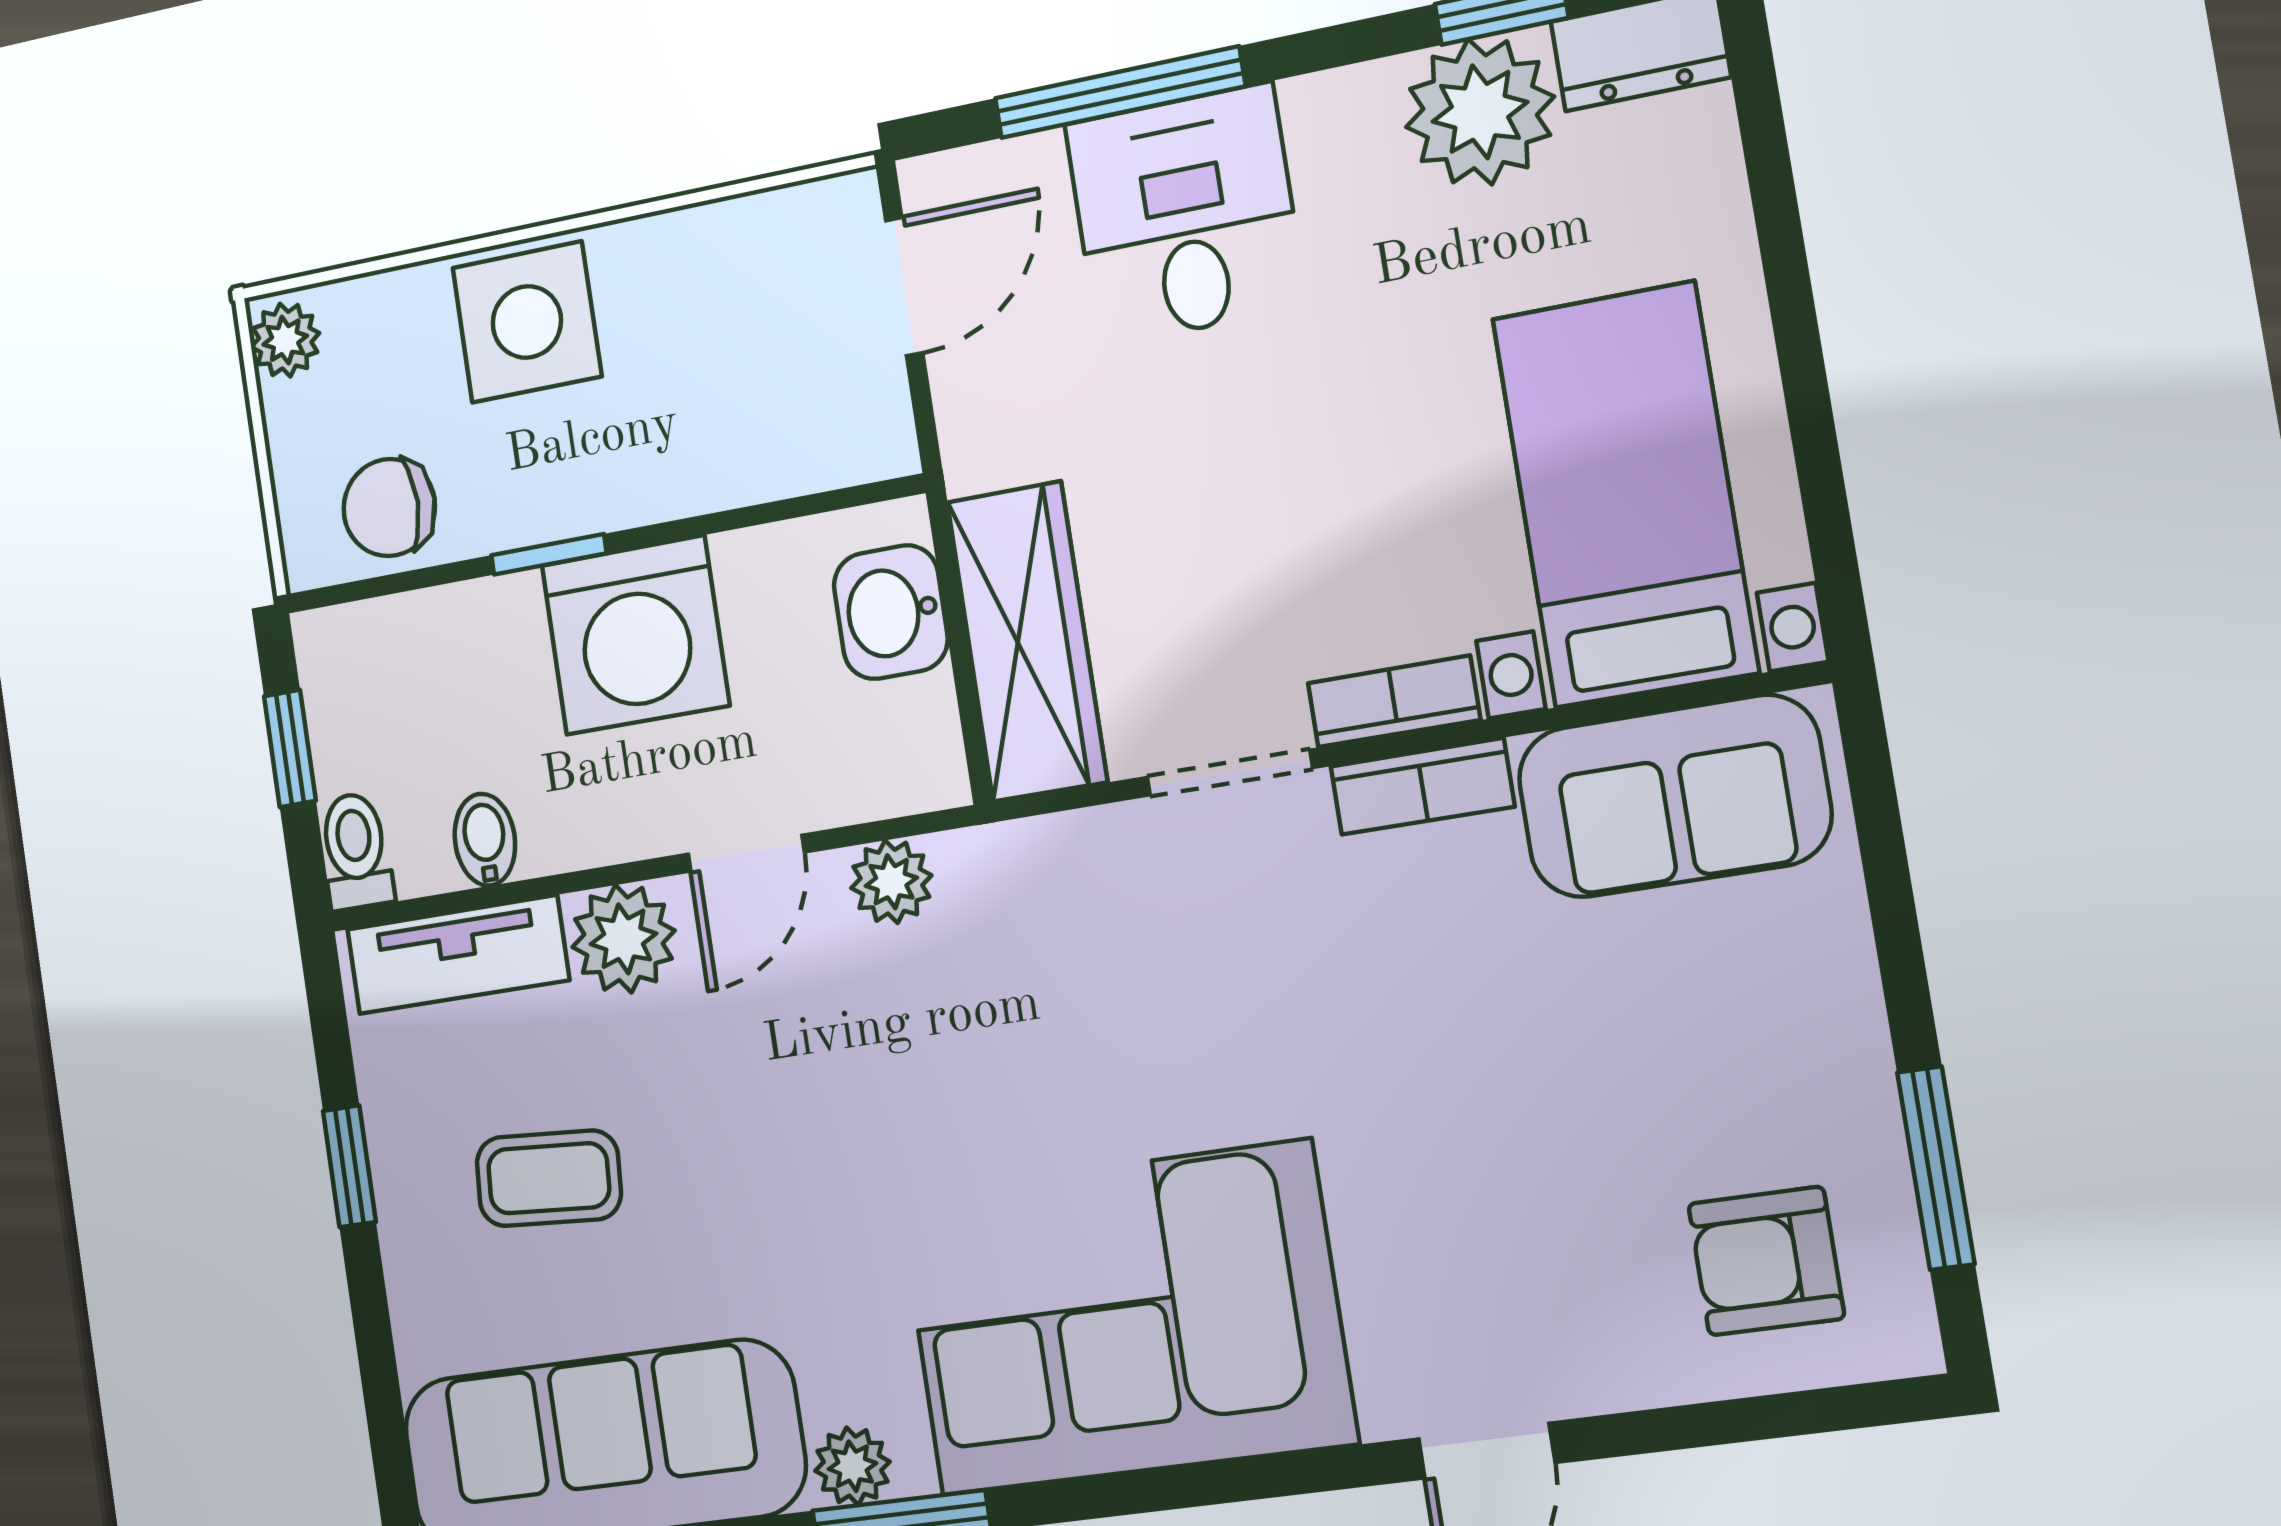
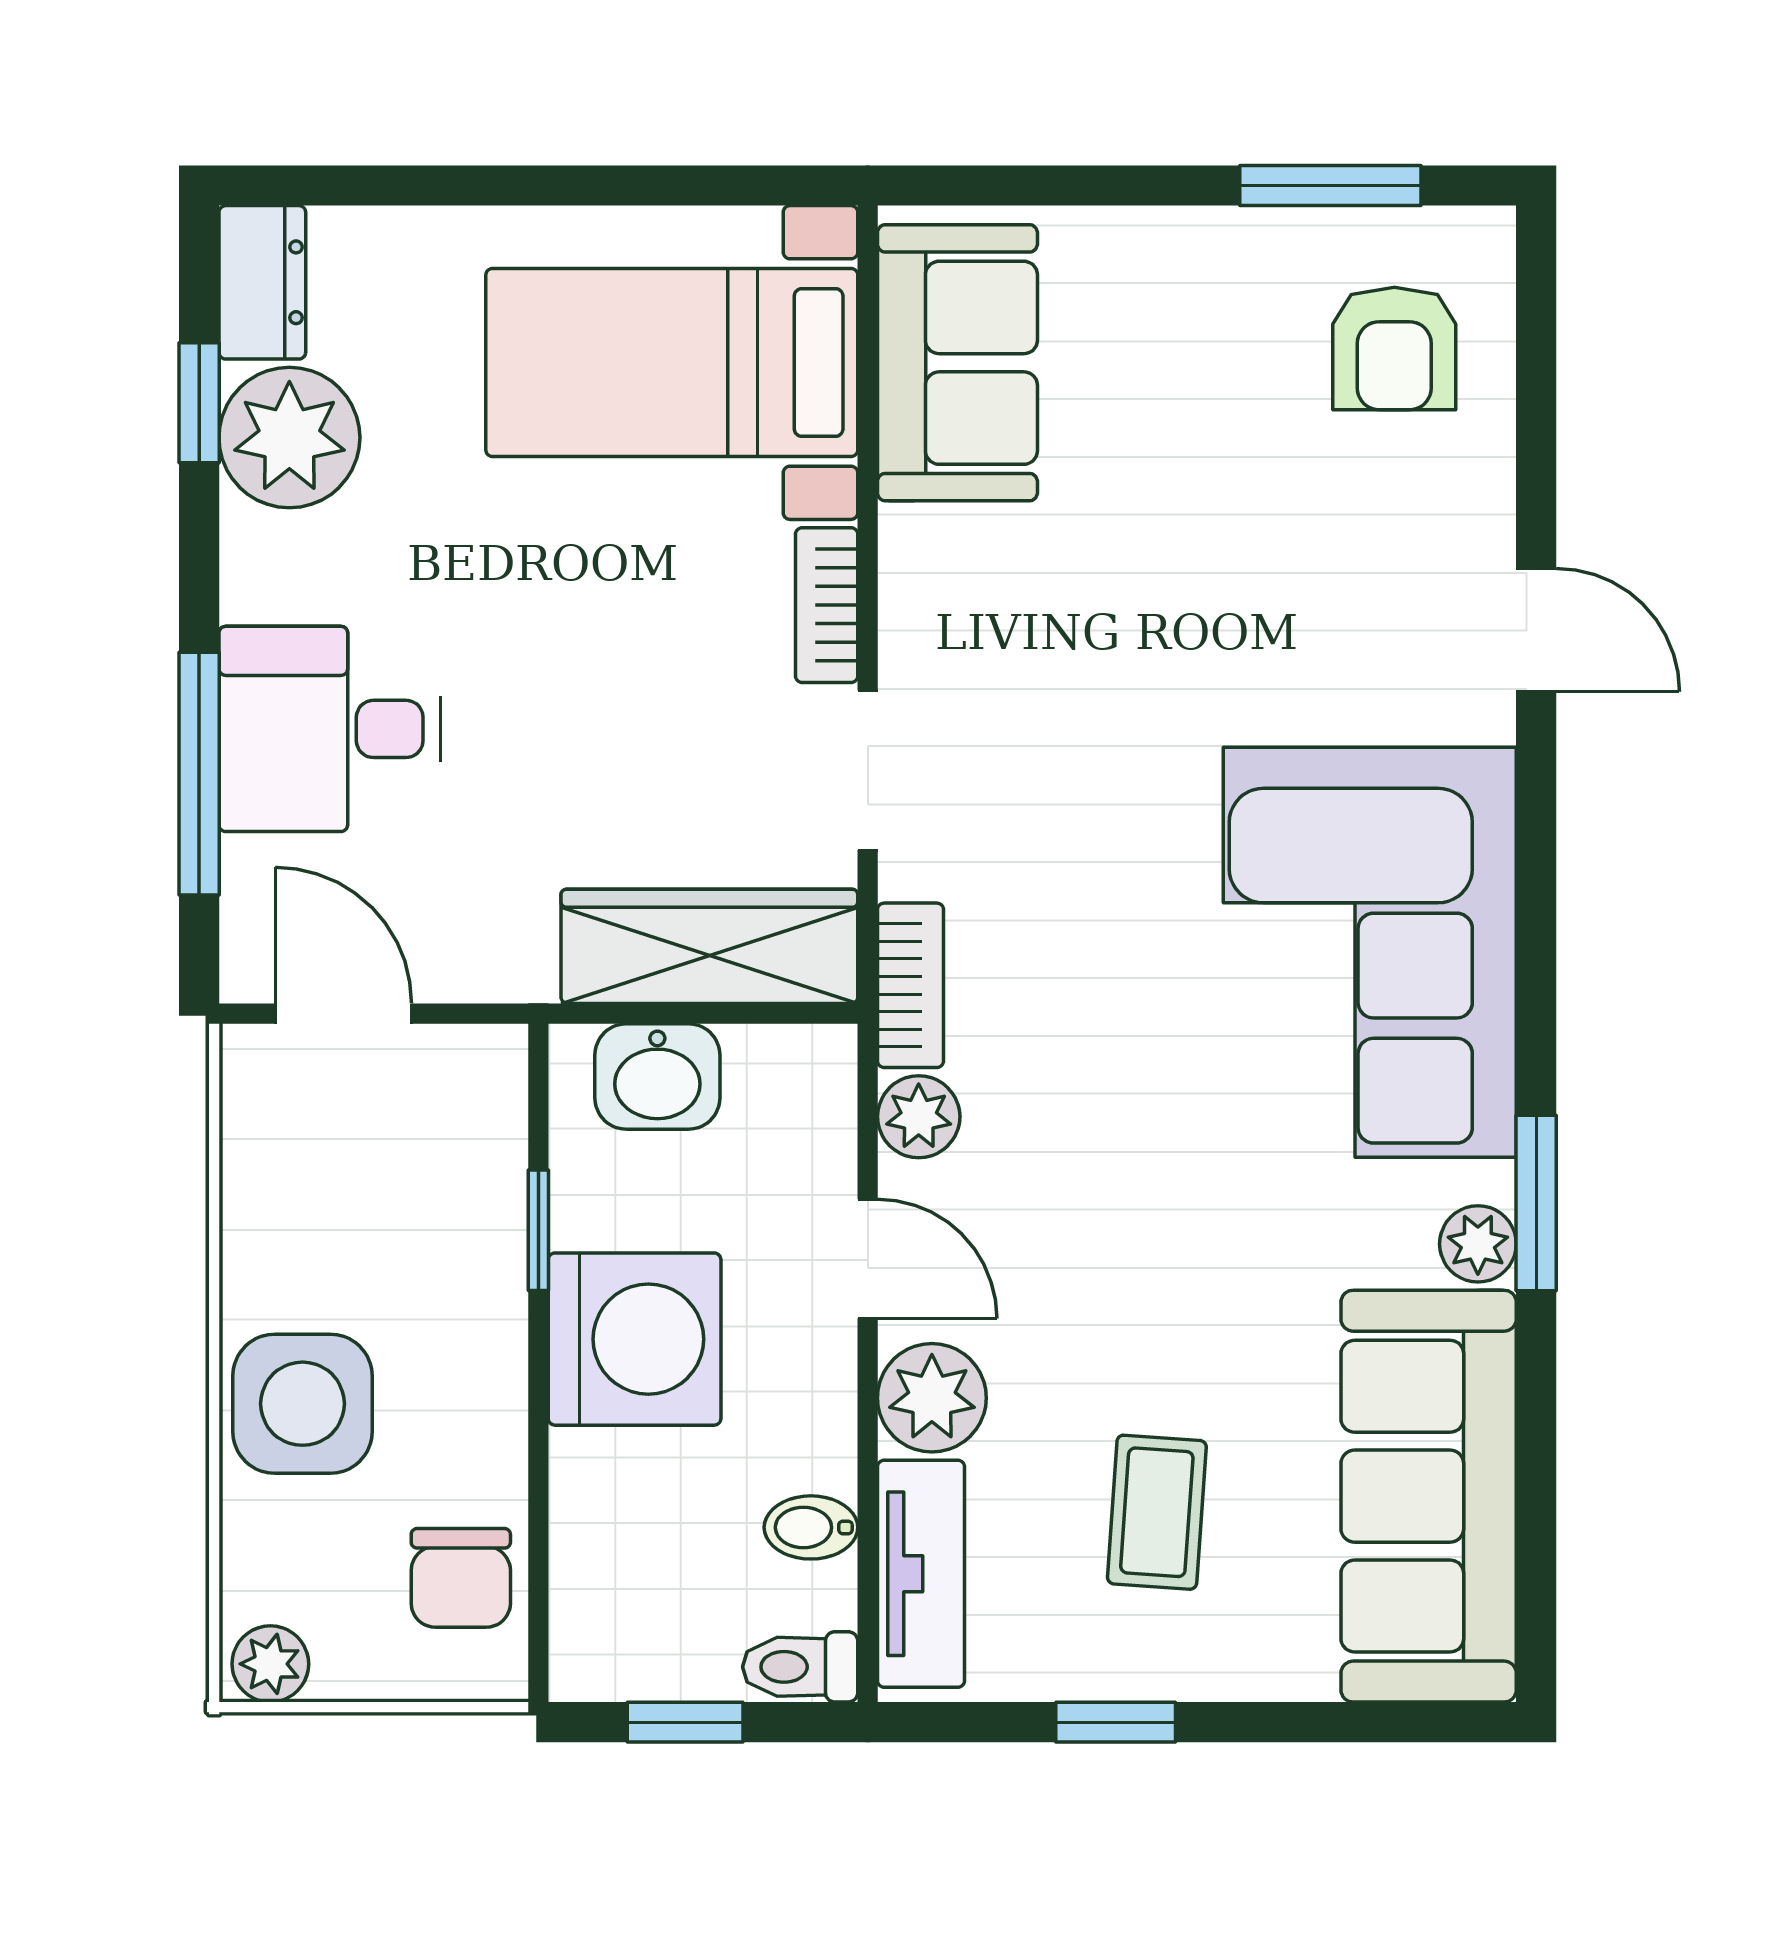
window: (549, 554) -> (538, 1230), moved
bookcase: (1422, 786) -> (911, 985), moved

